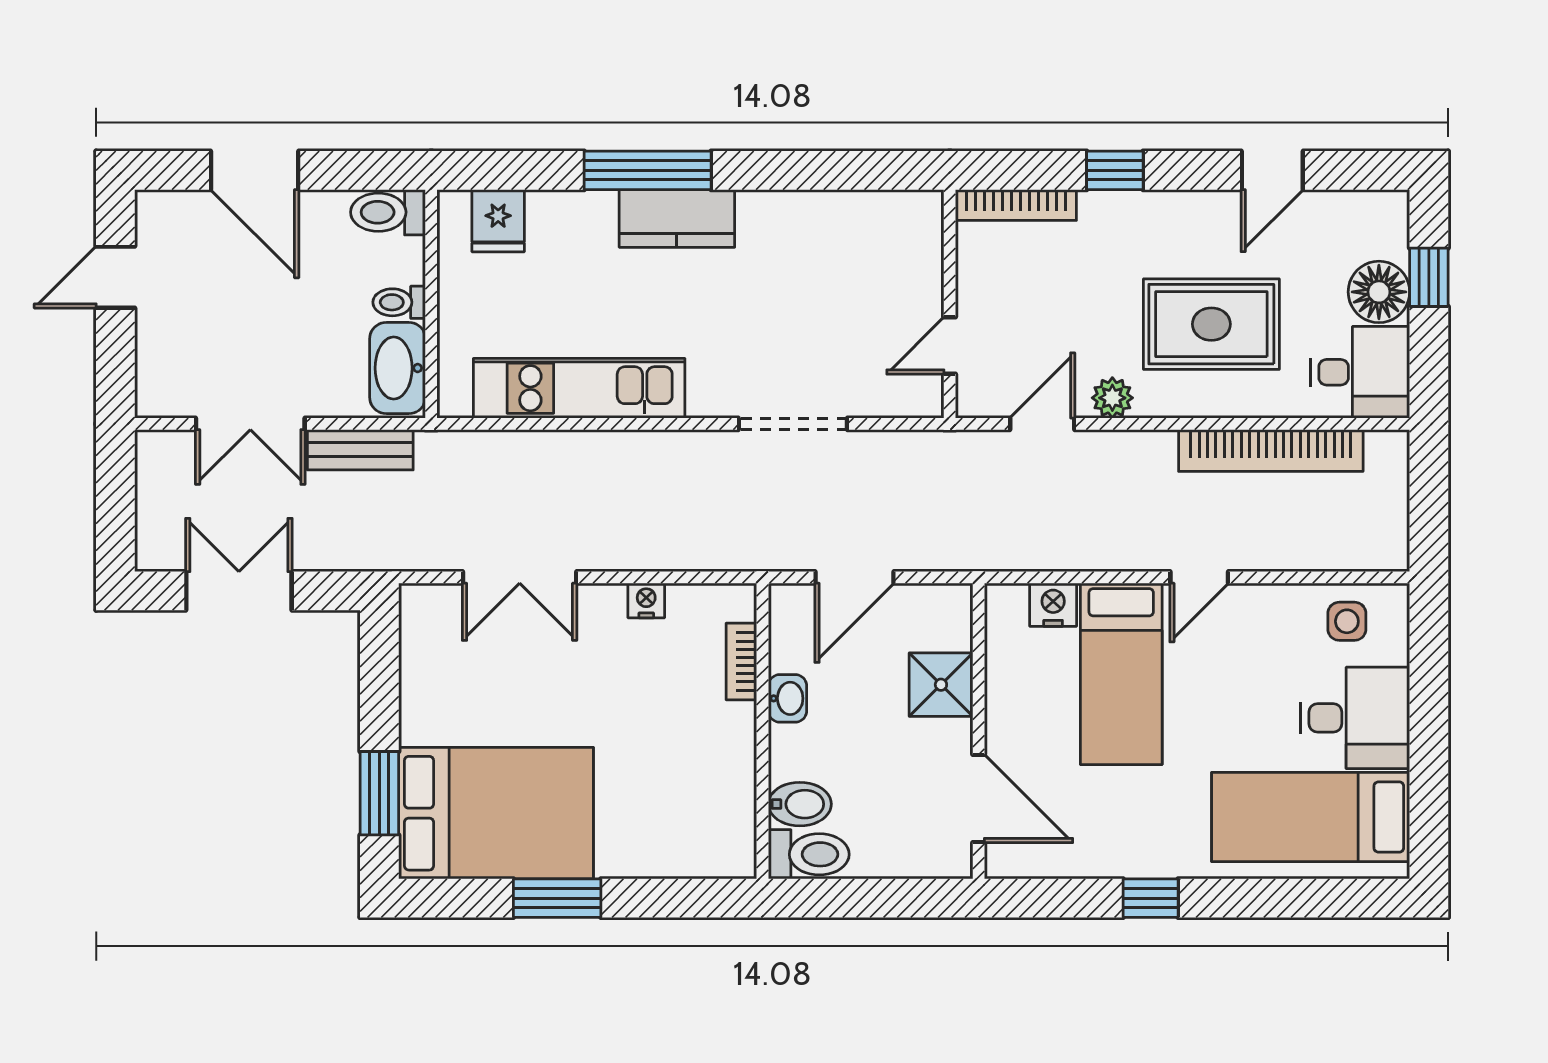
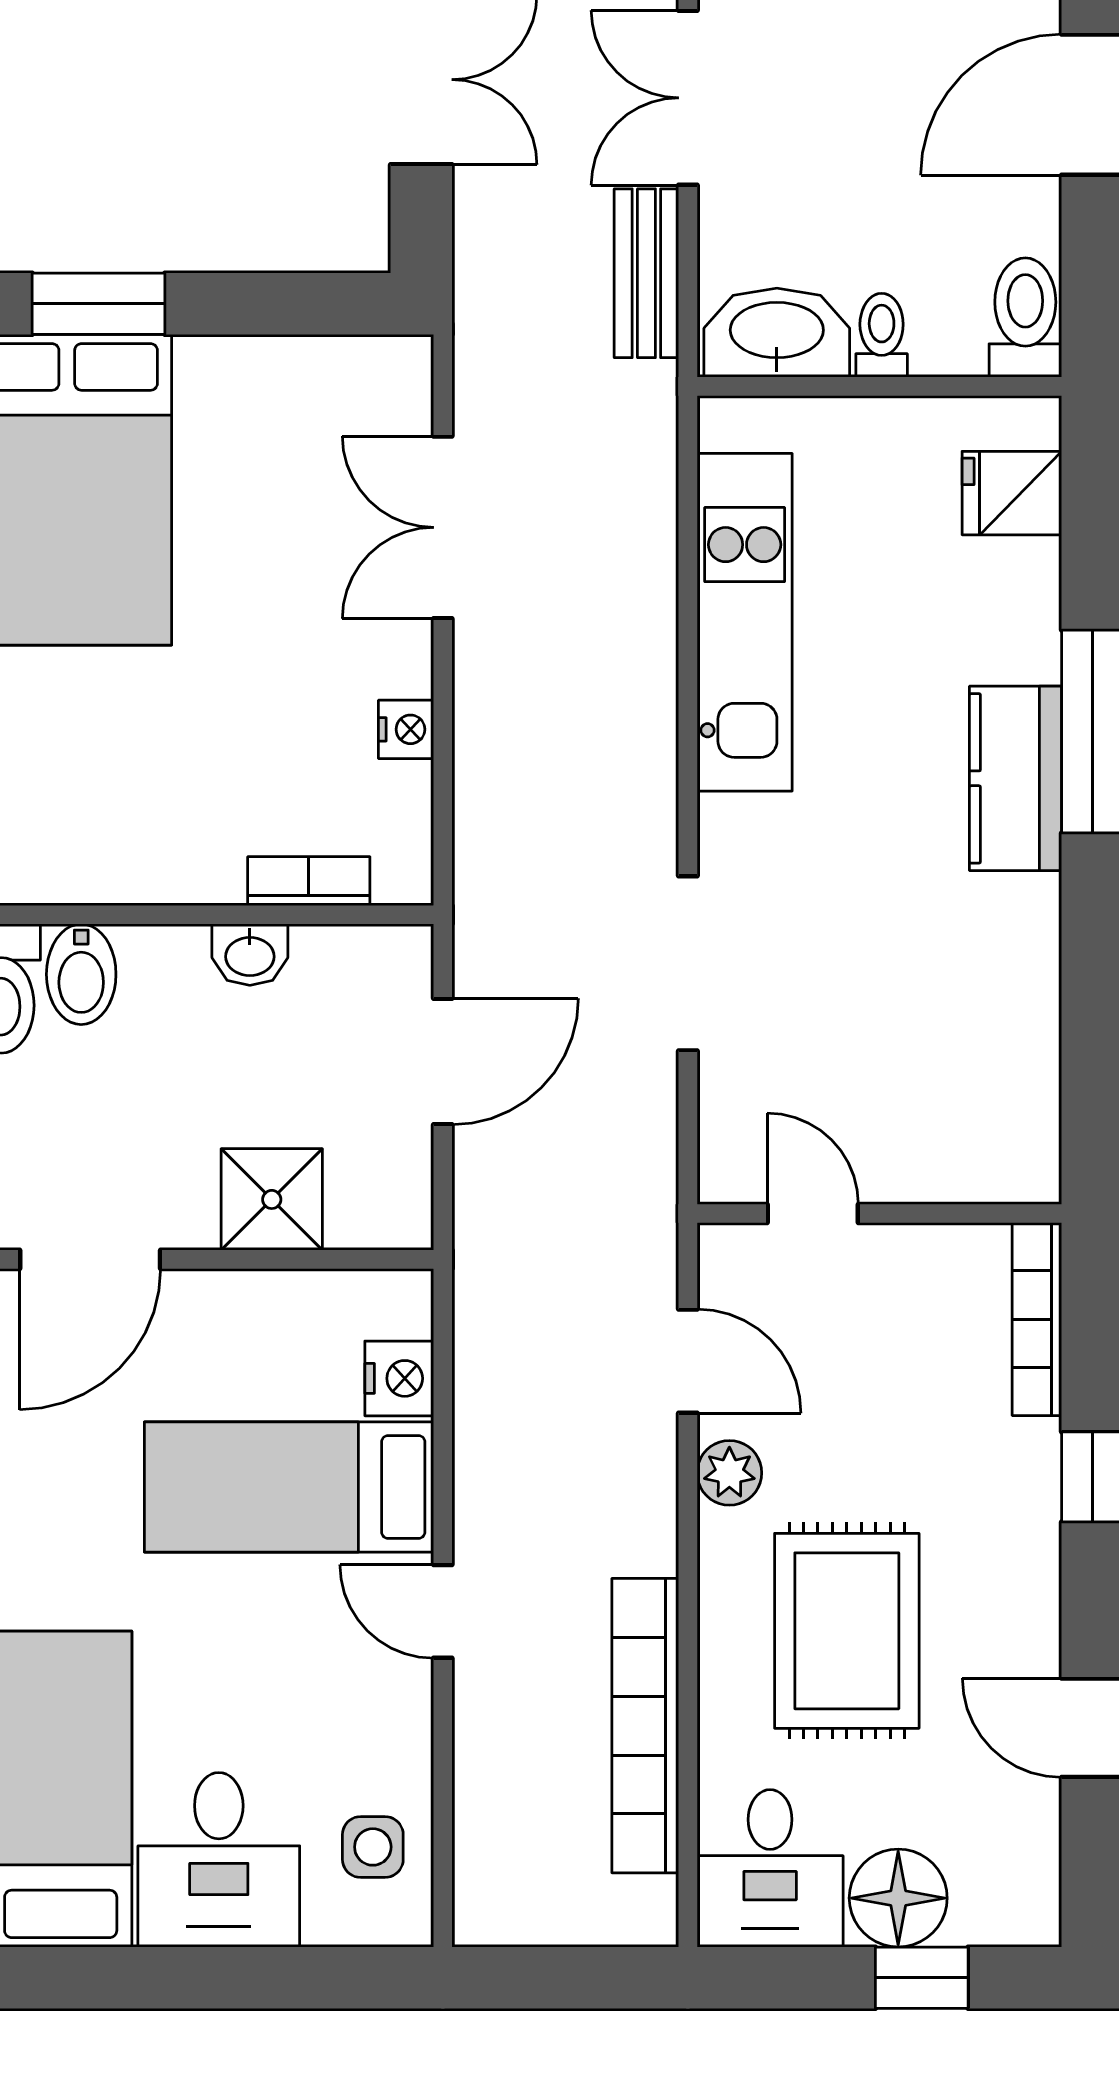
door: (854, 577) -> (443, 1062), swing flipped

